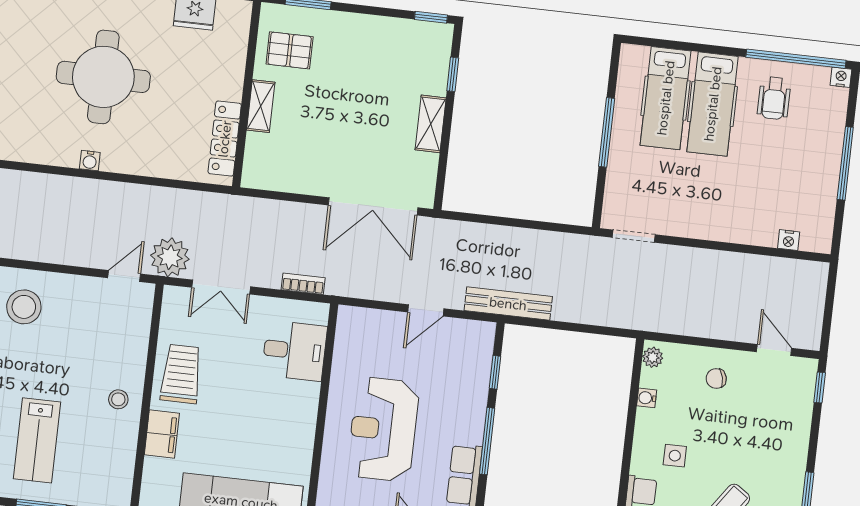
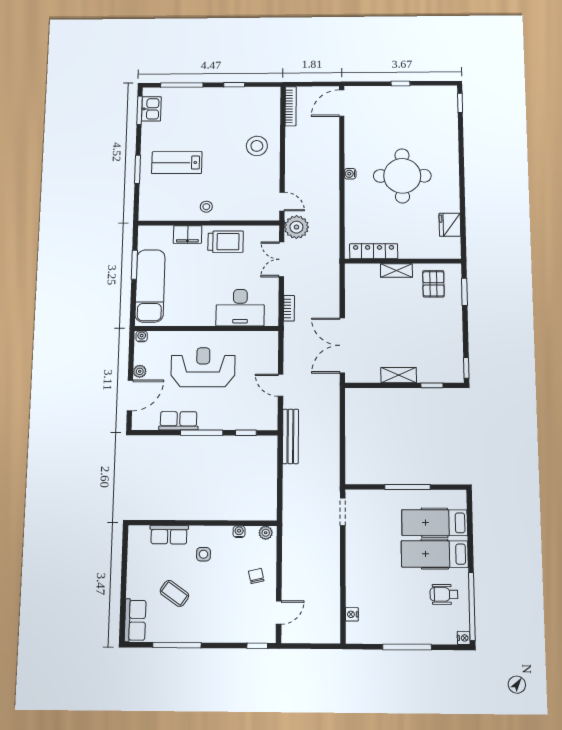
desk: (294, 351) -> (240, 308), width x1.37

